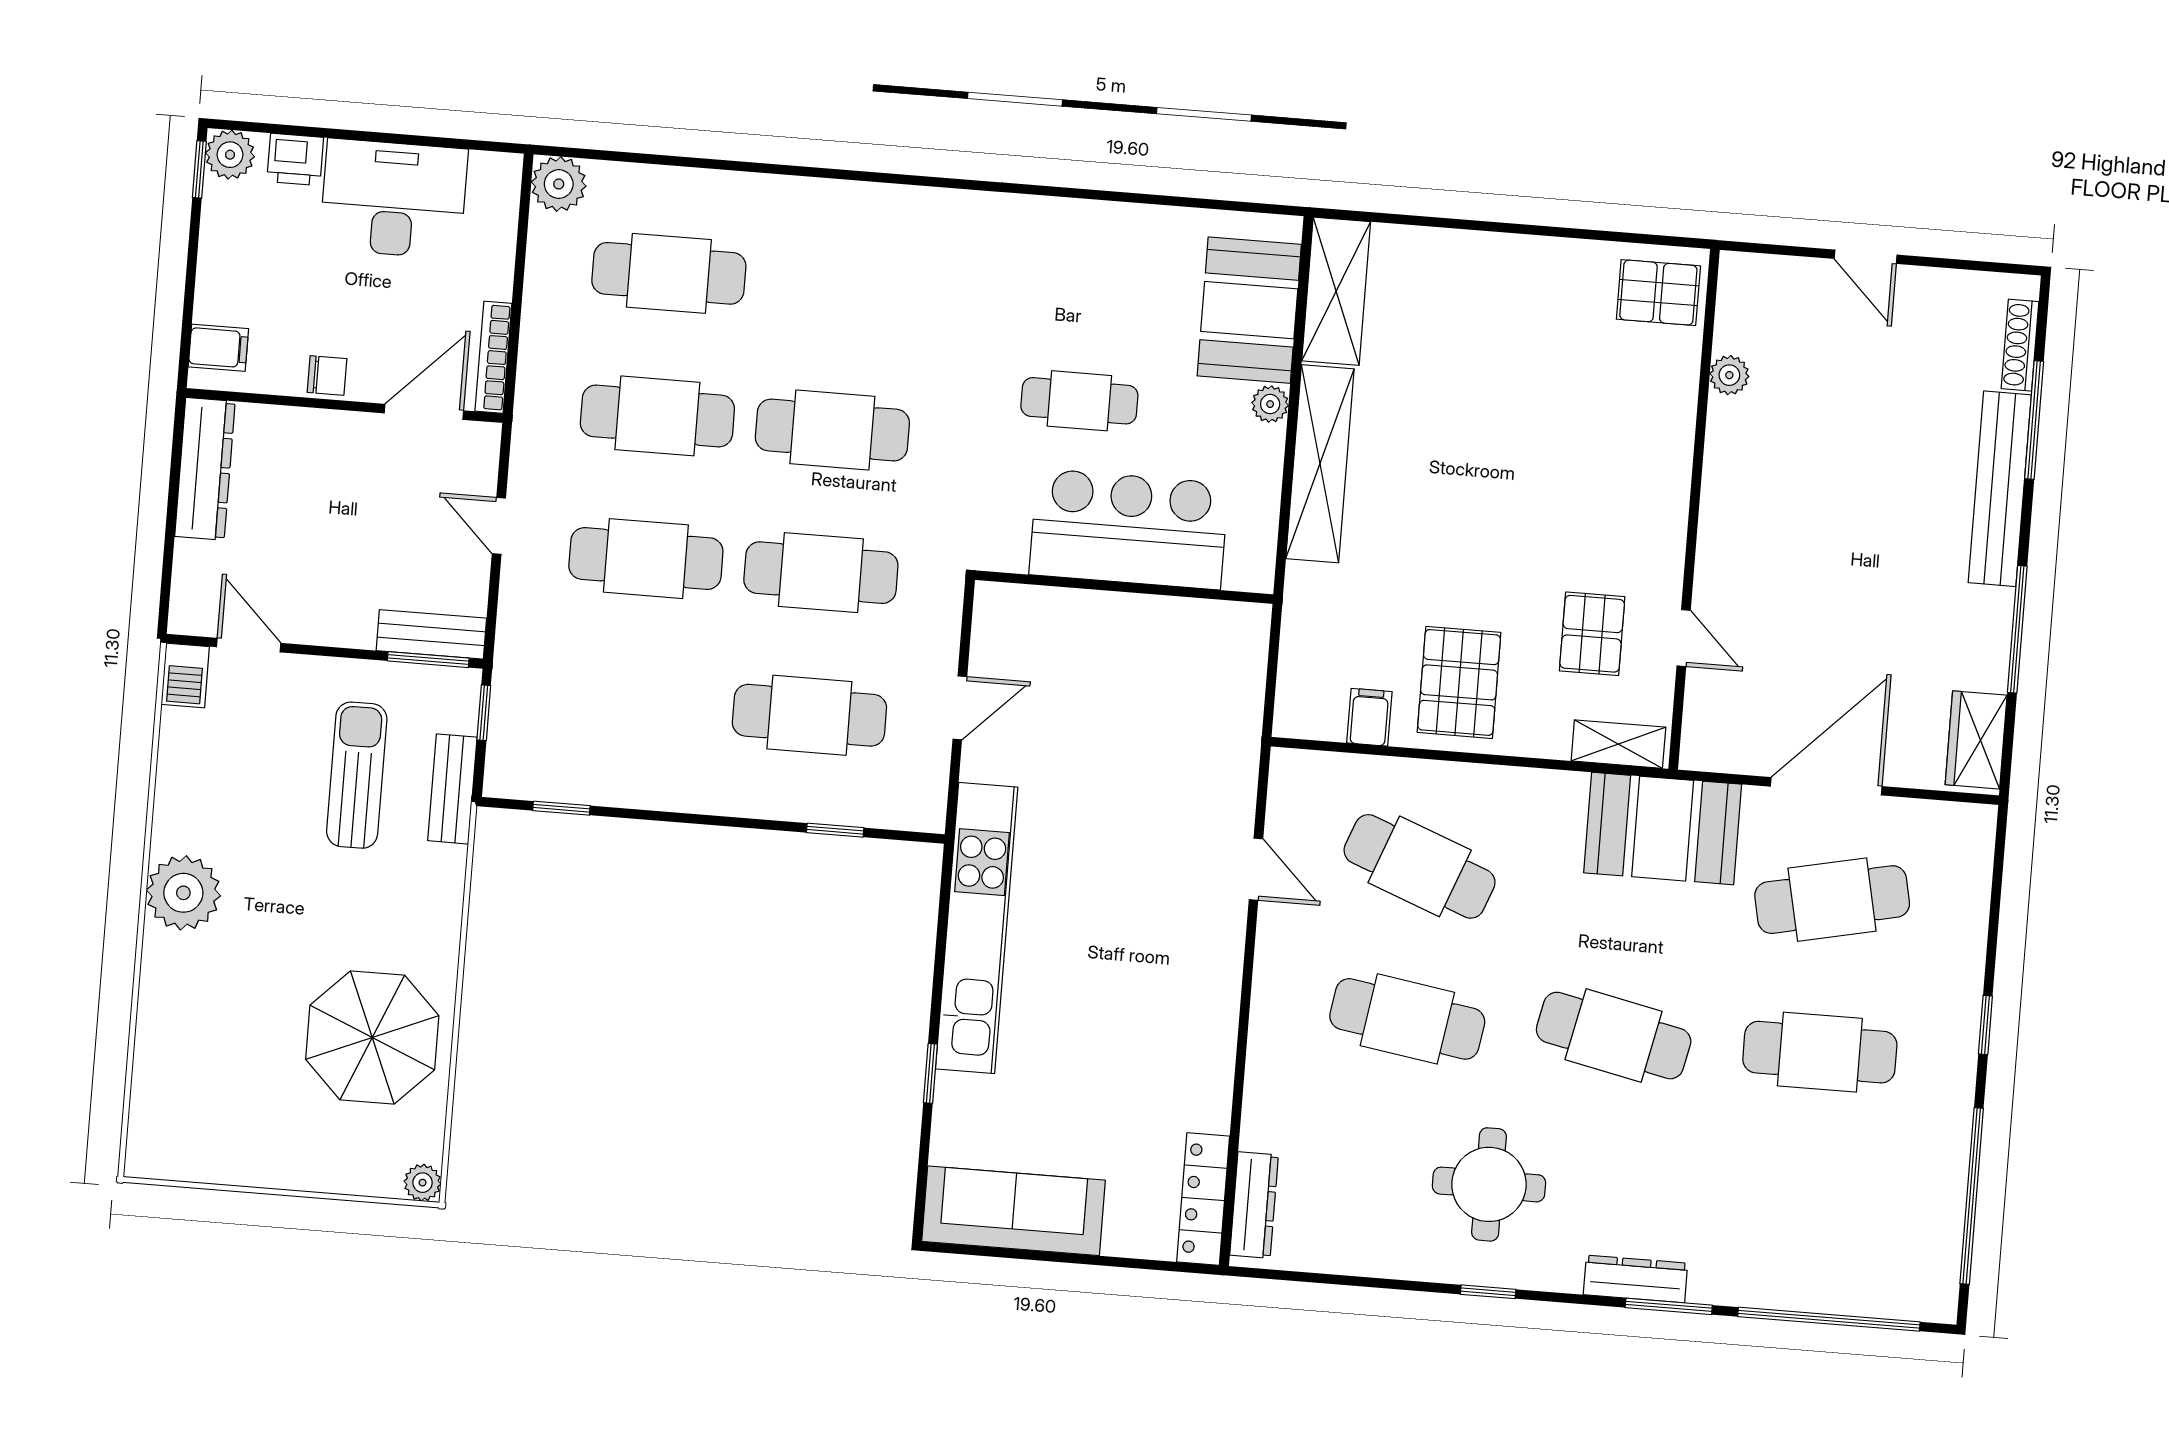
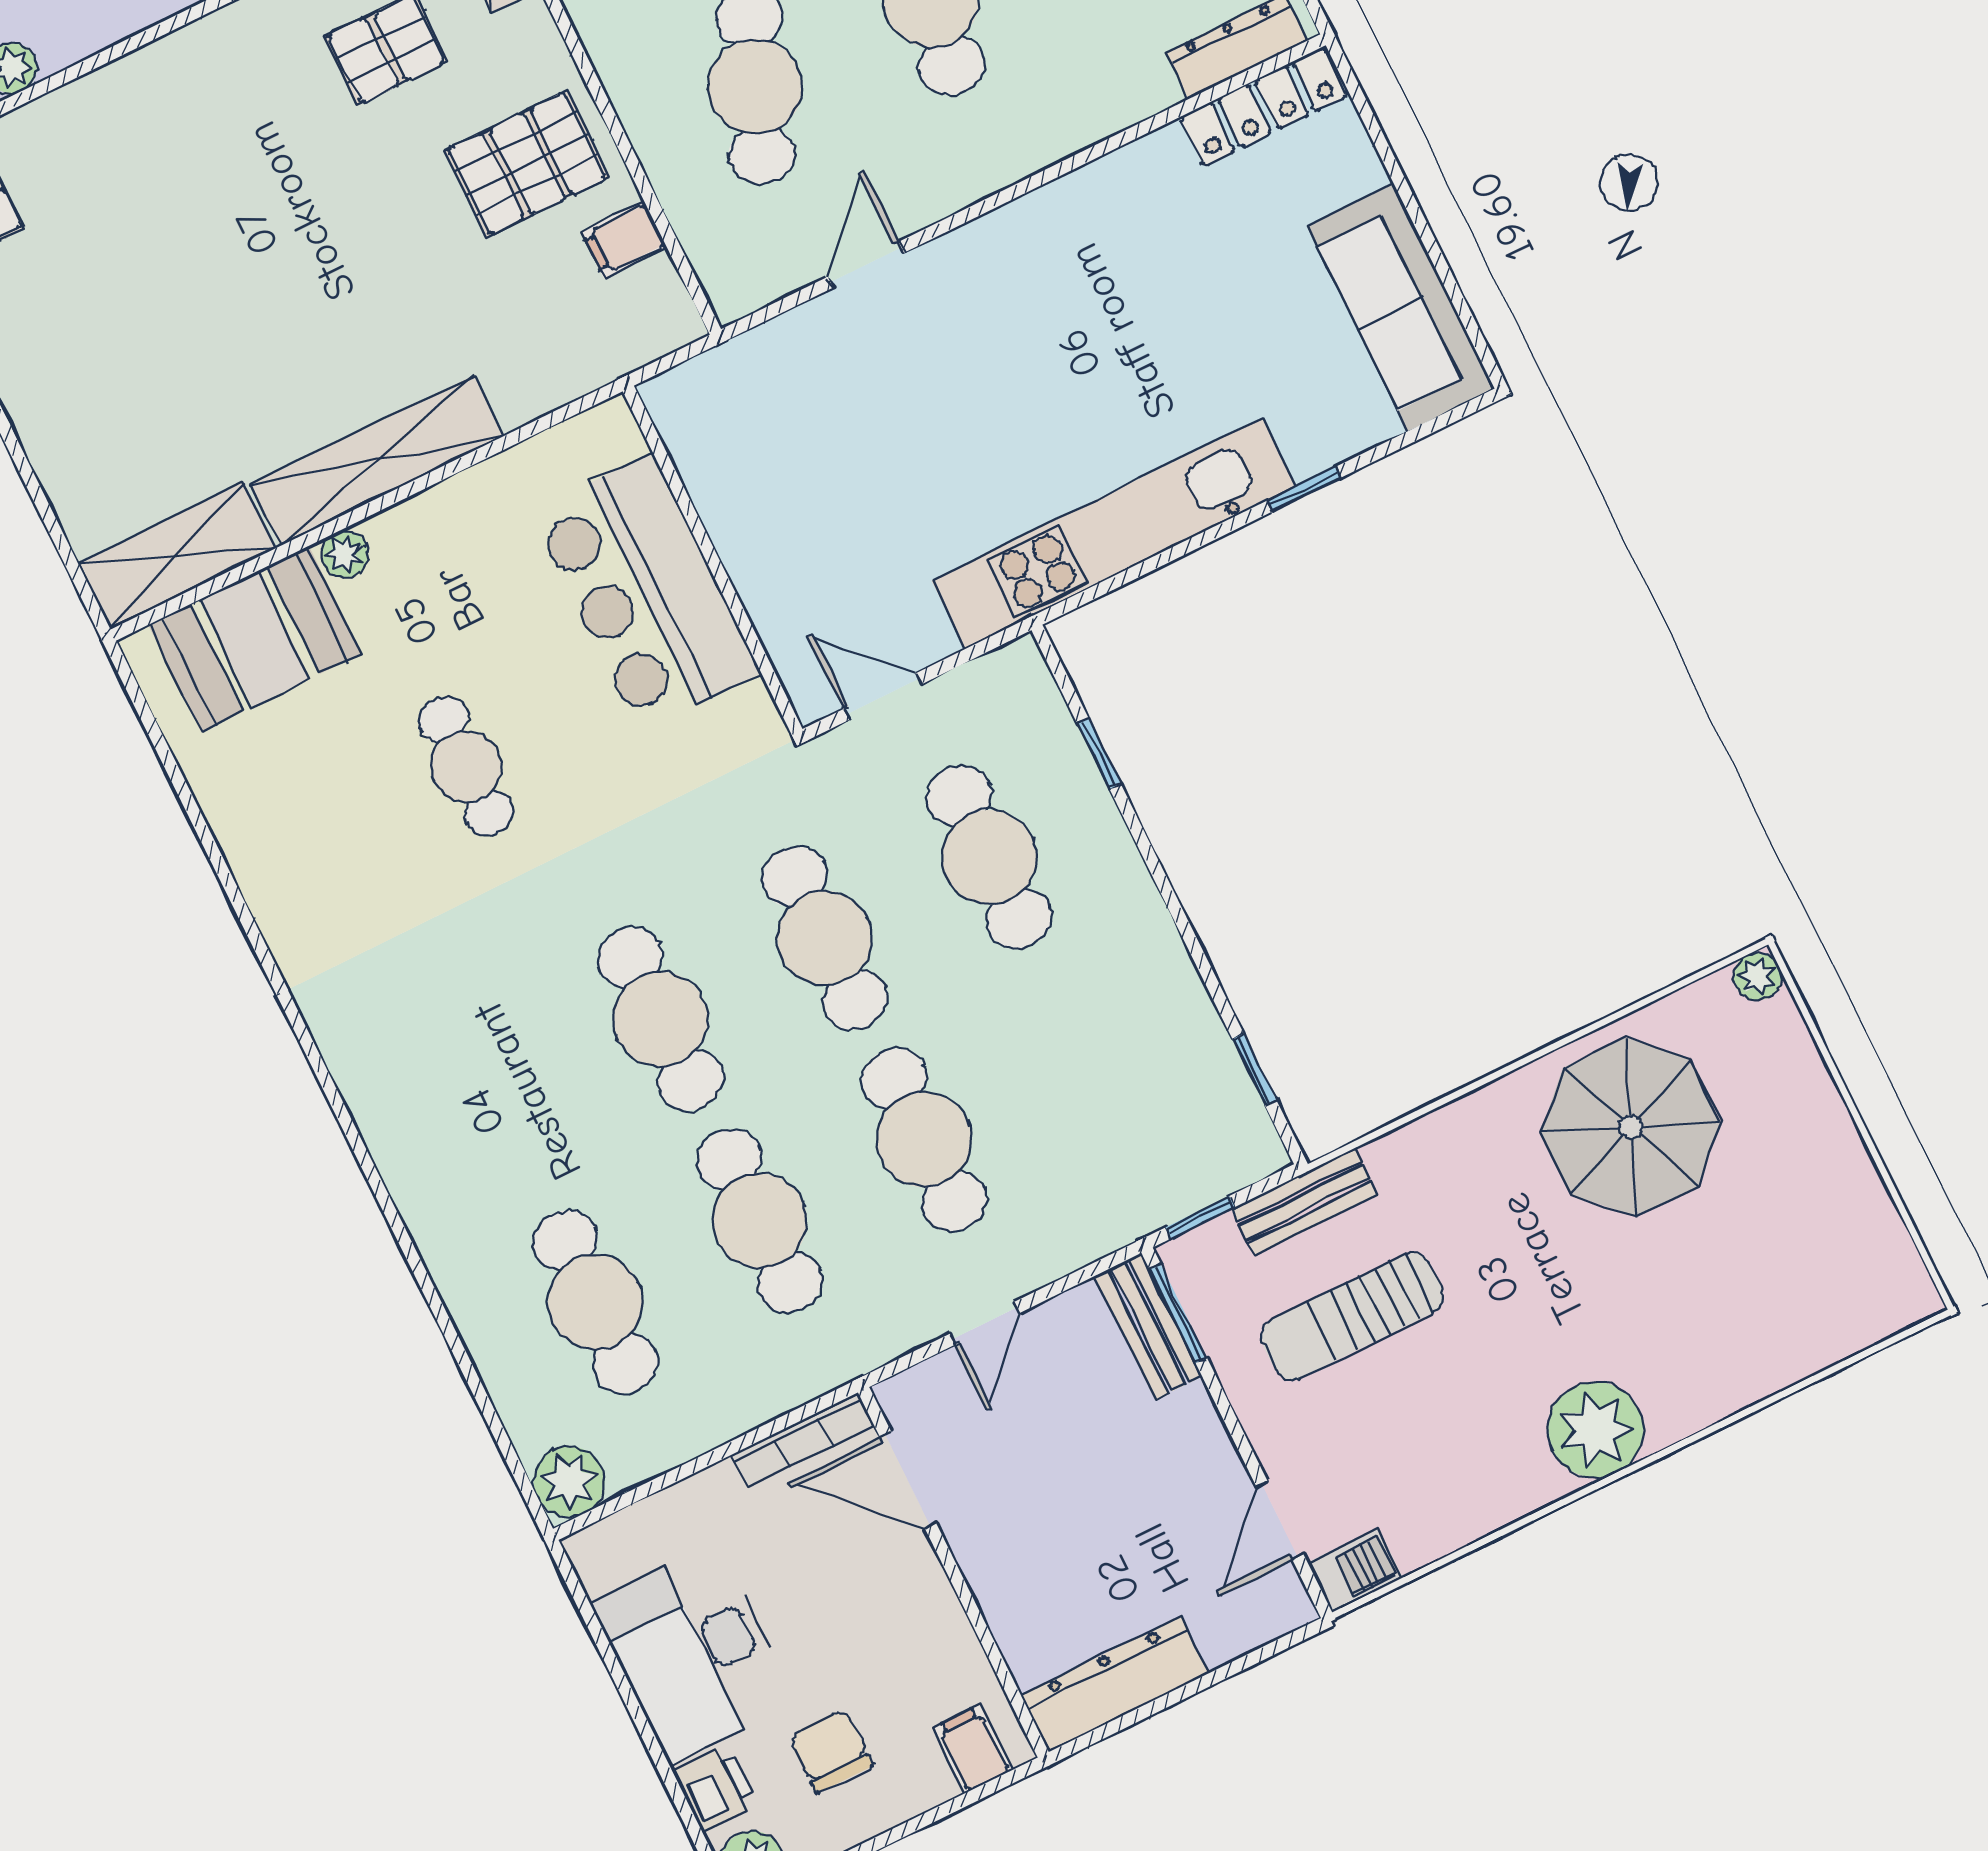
chair: (327, 375) -> (831, 1751), moved, width x1.37, depth x1.37
bar counter: (1129, 529) -> (646, 593), moved
wall: (1124, 587) -> (713, 560), moved

